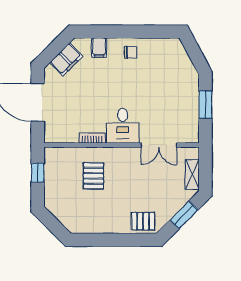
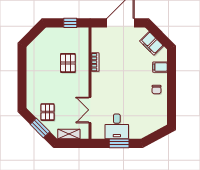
desk: (123, 126) -> (117, 126), moved, turned -90
pallet: (93, 176) -> (68, 63), turned 90
pallet: (143, 221) -> (48, 112), moved

